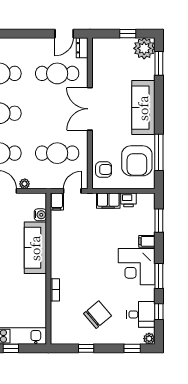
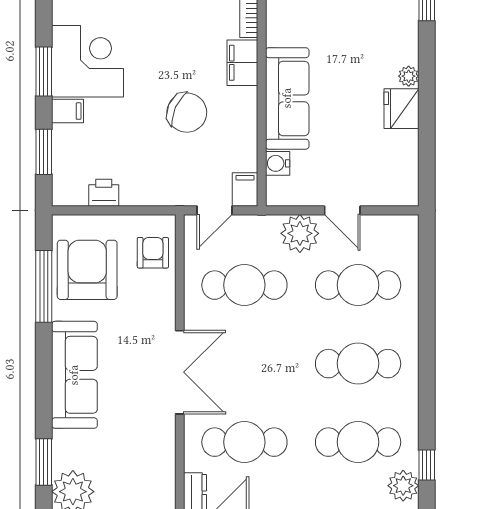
armchair: (104, 169) -> (153, 253), turned 90
plant: (25, 184) -> (300, 233), width x1.87, depth x1.87
filing cabinet: (108, 201) -> (242, 63), moved, turned -90
chair: (86, 241) -> (187, 113), added
window: (159, 276) -> (44, 72), moved

